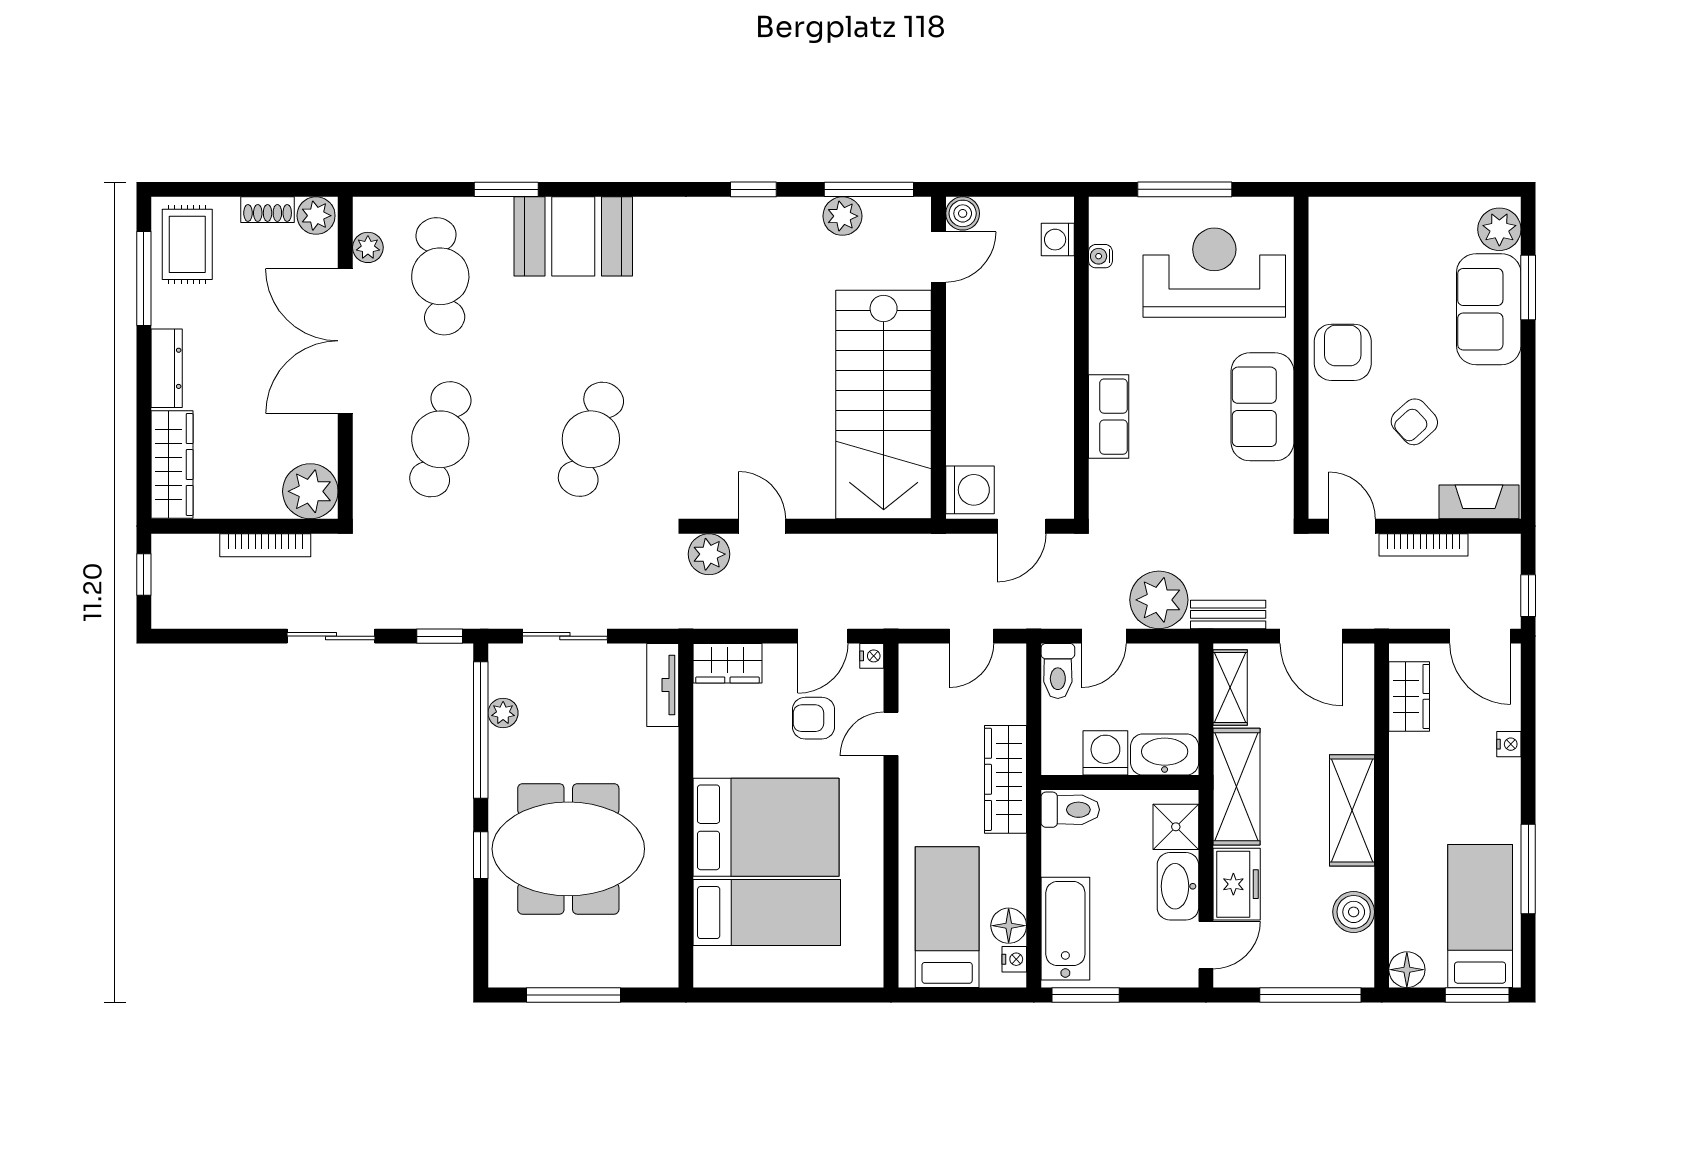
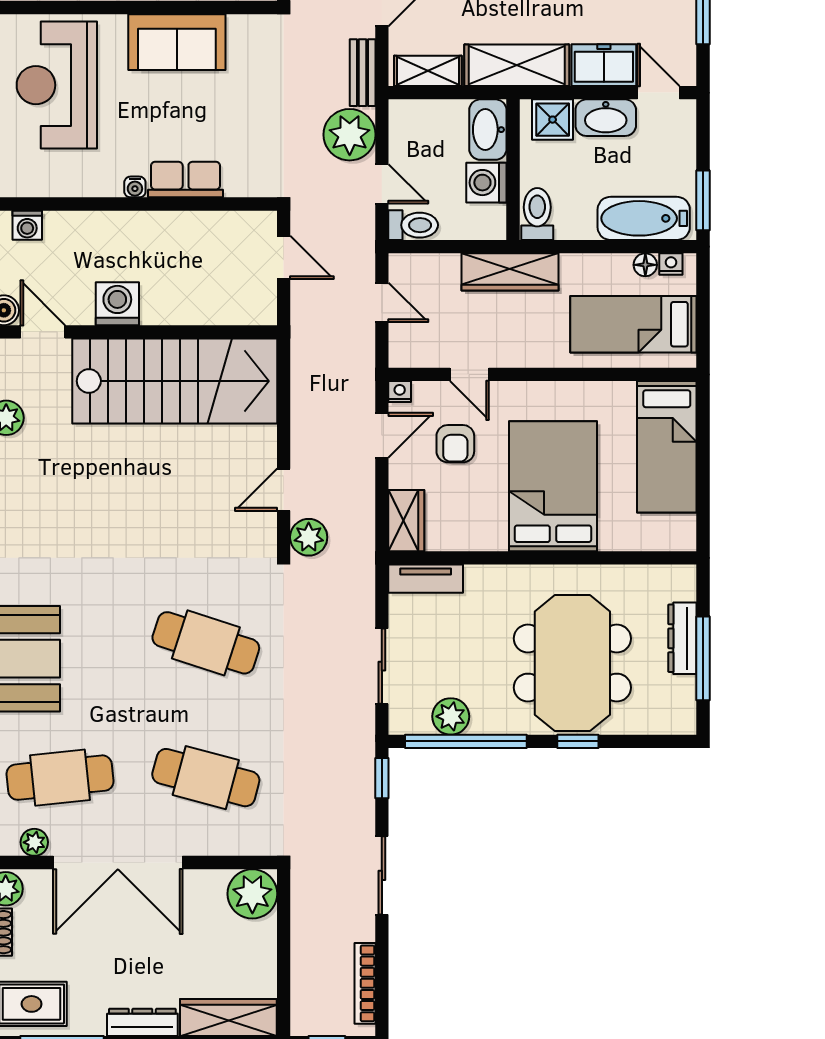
water cooler: (1100, 256) -> (135, 187), moved
washing machine: (970, 490) -> (117, 304), moved
bookcase: (265, 545) -> (365, 983), moved, turned 180
door: (823, 636) -> (382, 435), hinge flipped
plant: (503, 713) -> (451, 716), width x1.38, depth x1.38
bed: (767, 913) -> (667, 447), moved, turned 180
floor lamp: (1009, 926) -> (645, 265), width x0.73, depth x0.73
dresser: (596, 972) -> (682, 638), added

